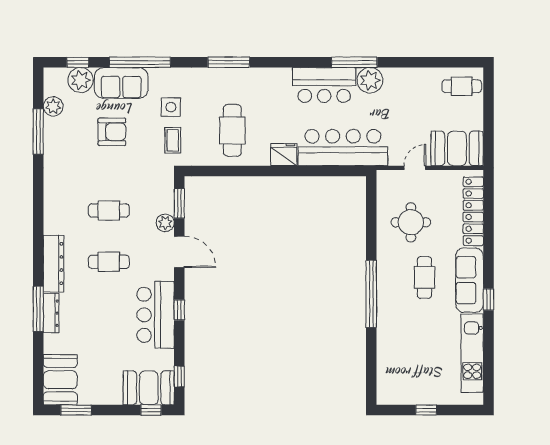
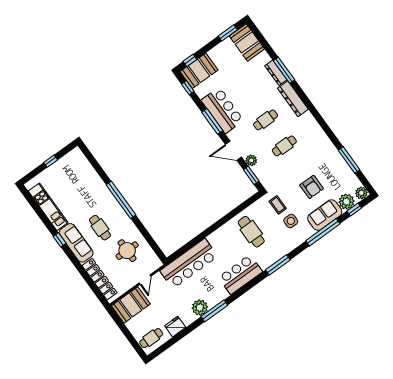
bar counter: (324, 85) -> (240, 275), moved
plant: (53, 106) -> (361, 193), moved
armchair: (112, 132) -> (312, 187), turned -90
fridge: (284, 155) -> (175, 327), moved, turned 180
window: (179, 310) -> (212, 121), width x2.17

